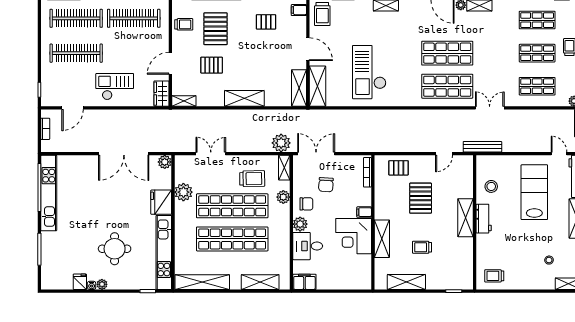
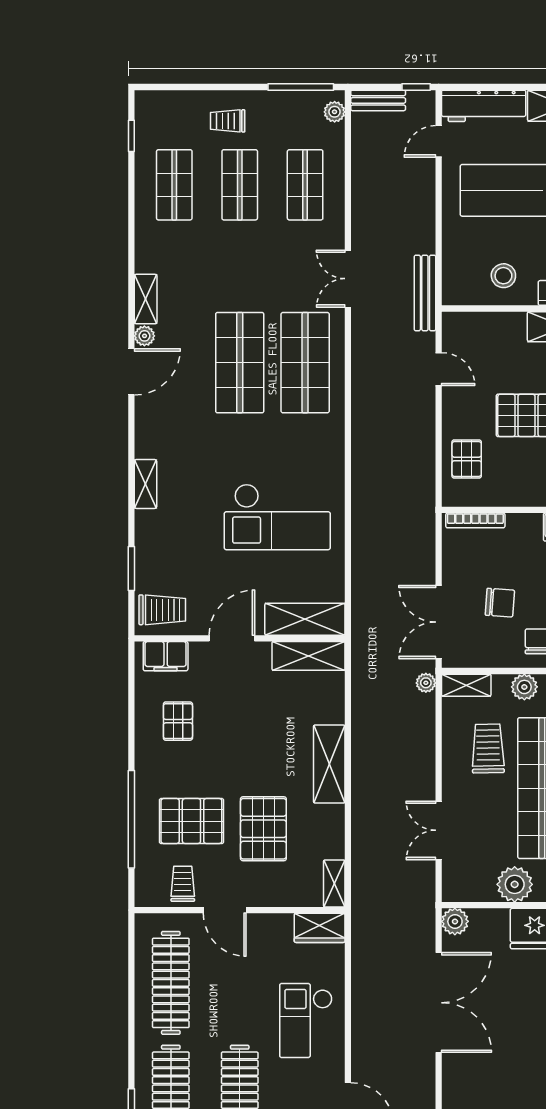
filing cabinet: (299, 10) -> (166, 656), width x2.00
door: (170, 63) -> (225, 910), moved
pallet: (212, 65) -> (263, 829), width x1.50, depth x1.42
plant: (281, 143) -> (426, 683), width x0.53, depth x0.53

